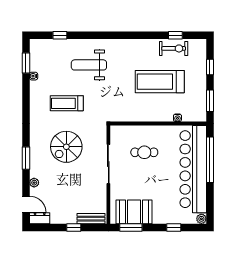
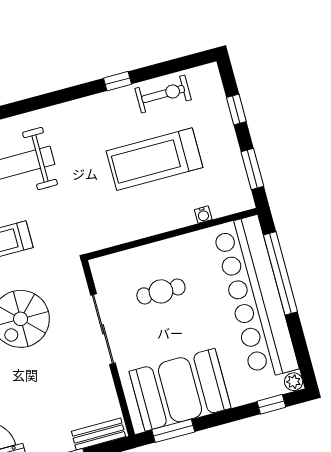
window: (175, 35) -> (117, 81), moved
booth: (134, 212) -> (180, 390), width x1.36, depth x1.42
window: (174, 228) -> (271, 404), moved

